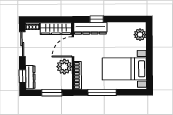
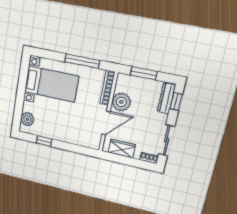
window: (97, 19) -> (44, 141), moved
dresser: (90, 28) -> (82, 139), removed
wardrobe: (56, 29) -> (122, 149), width x0.67

